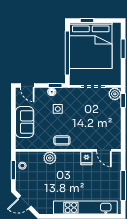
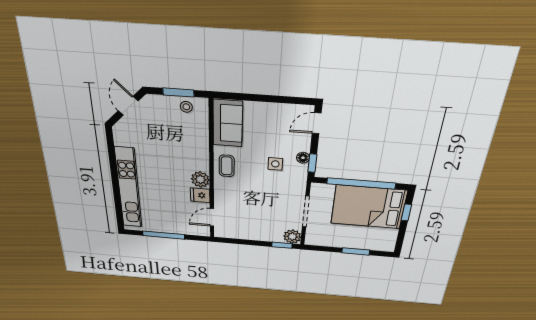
bed: (91, 46) -> (369, 207), width x0.73
sofa: (25, 122) -> (228, 123), moved, turned -90
plant: (50, 158) -> (200, 179), moved

